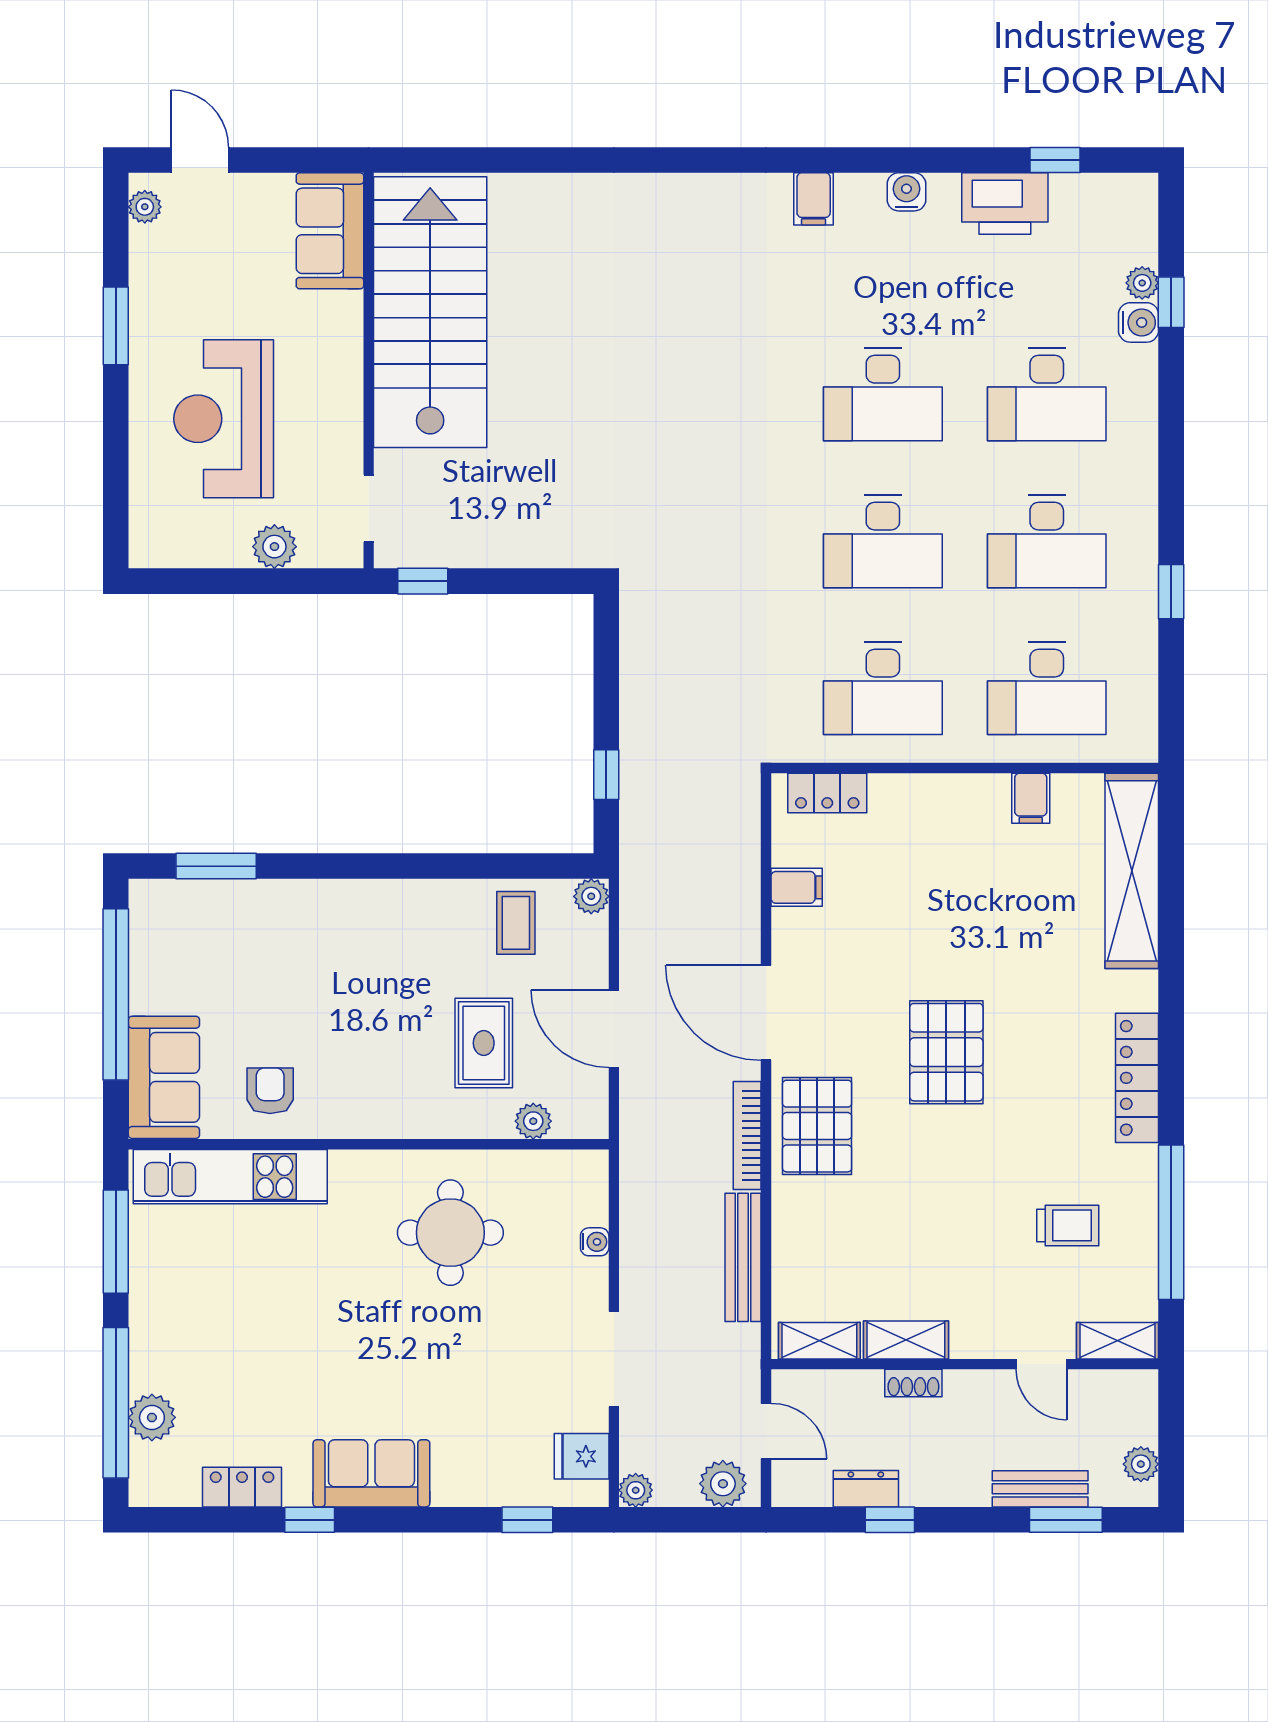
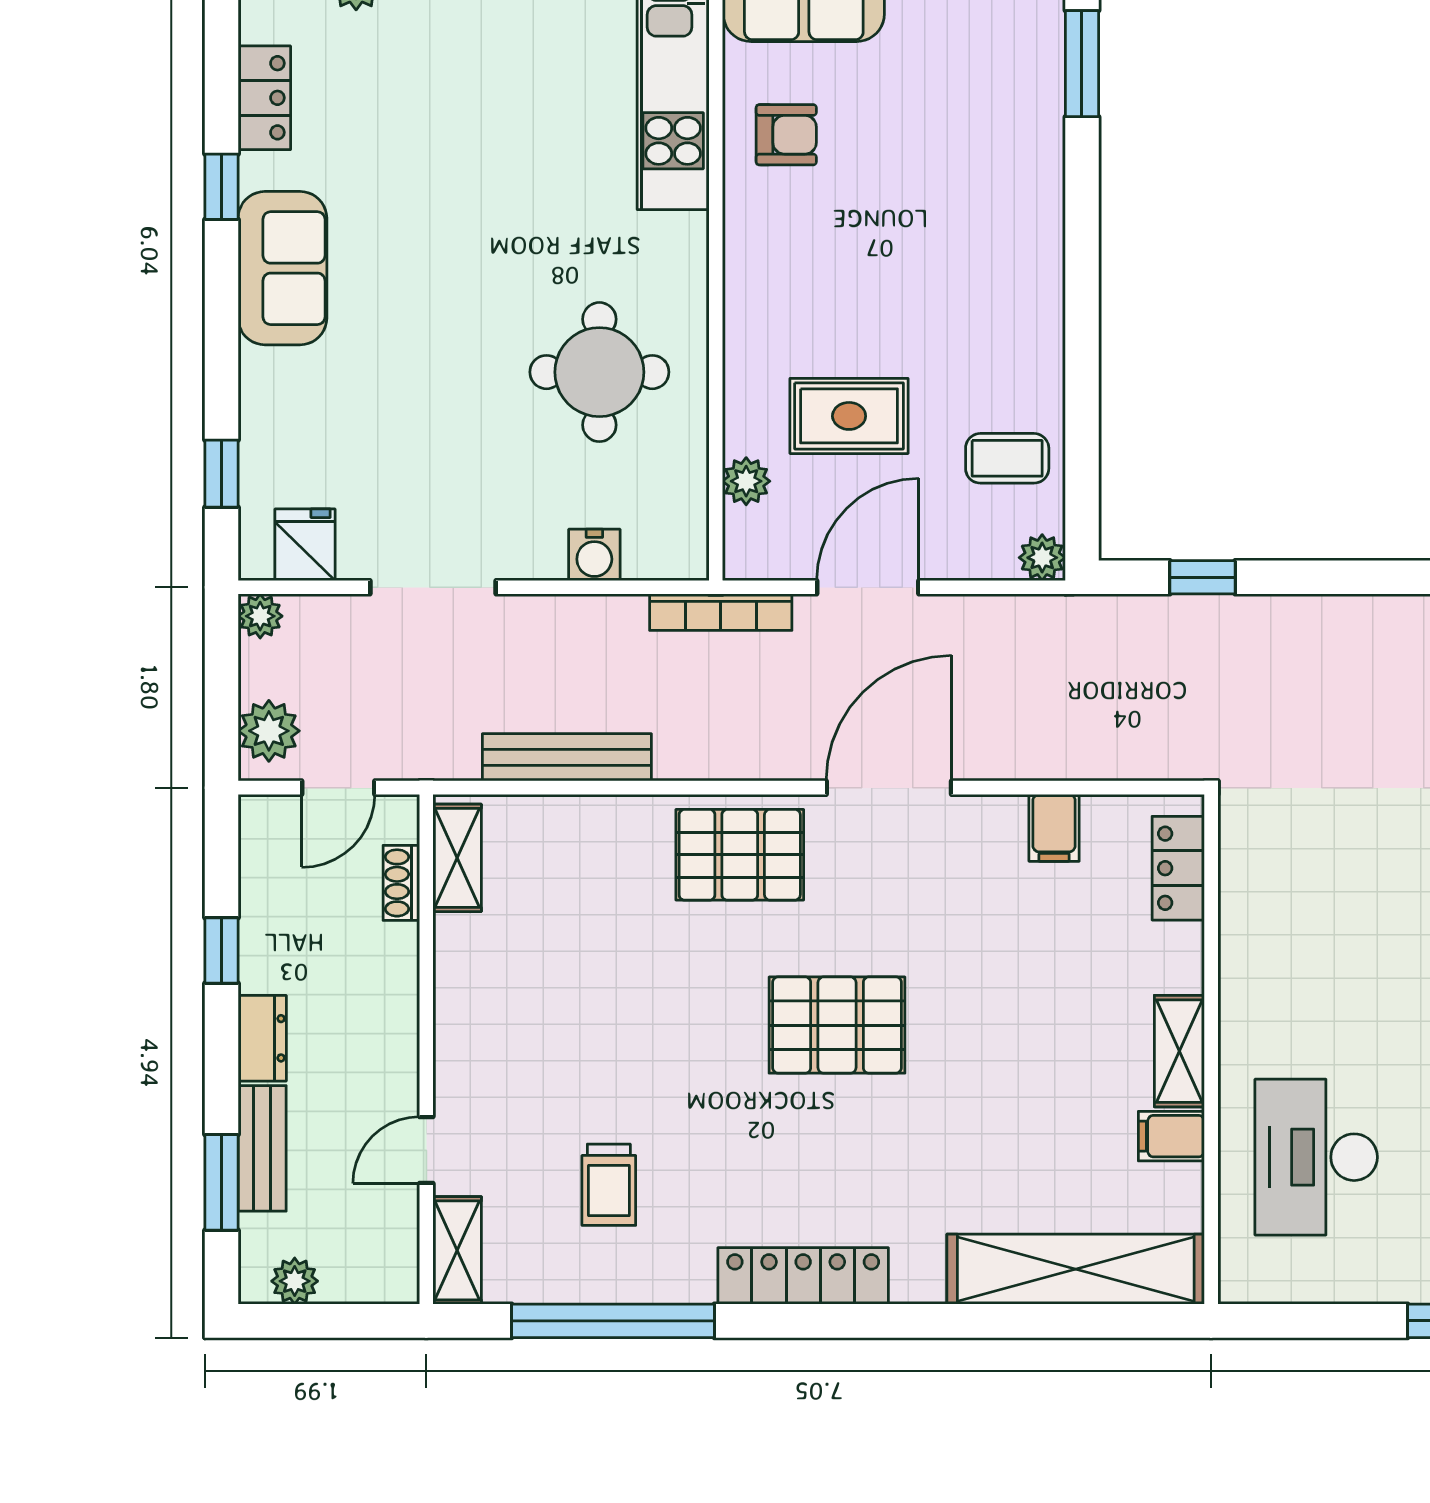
desk: (883, 688) -> (1316, 941), removed
bookcase: (747, 1136) -> (721, 612), moved, turned 180
water cooler: (595, 1242) -> (594, 555), width x1.38, depth x1.38
shelving: (906, 1340) -> (1179, 1051), moved
shoe rack: (913, 1383) -> (401, 883), moved
dresser: (866, 1489) -> (262, 1038), moved

